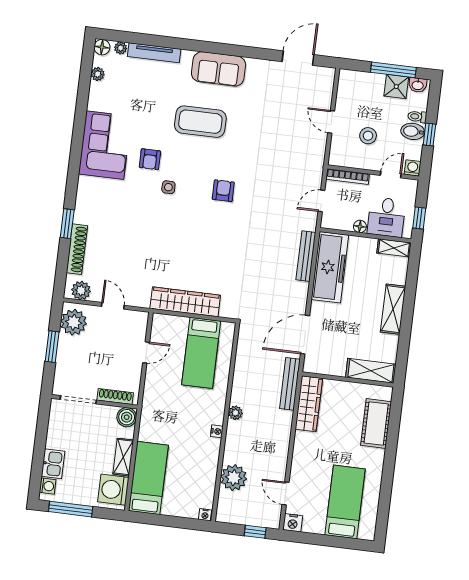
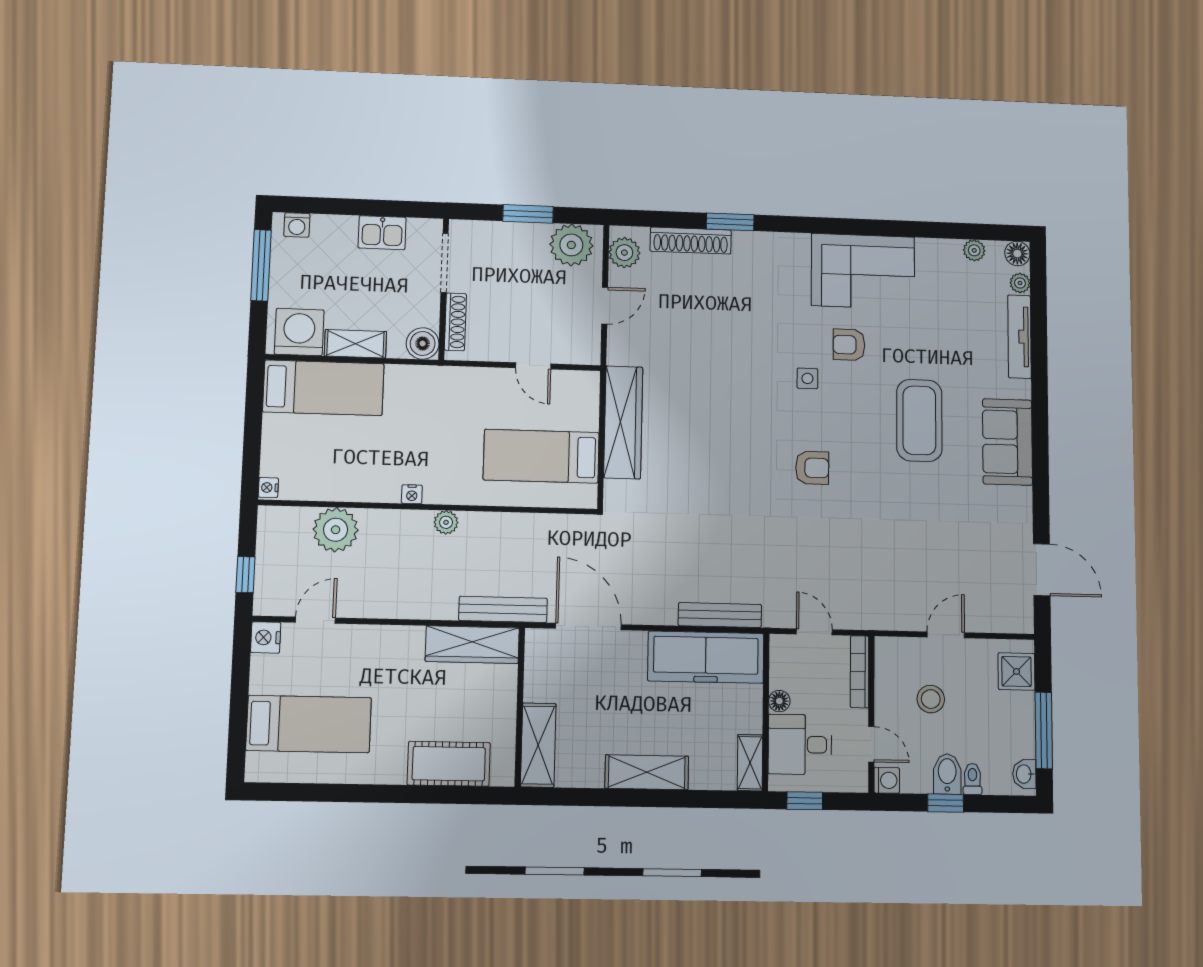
shower: (396, 87) -> (1016, 671), moved
kitchen sink: (53, 464) -> (382, 233), moved

